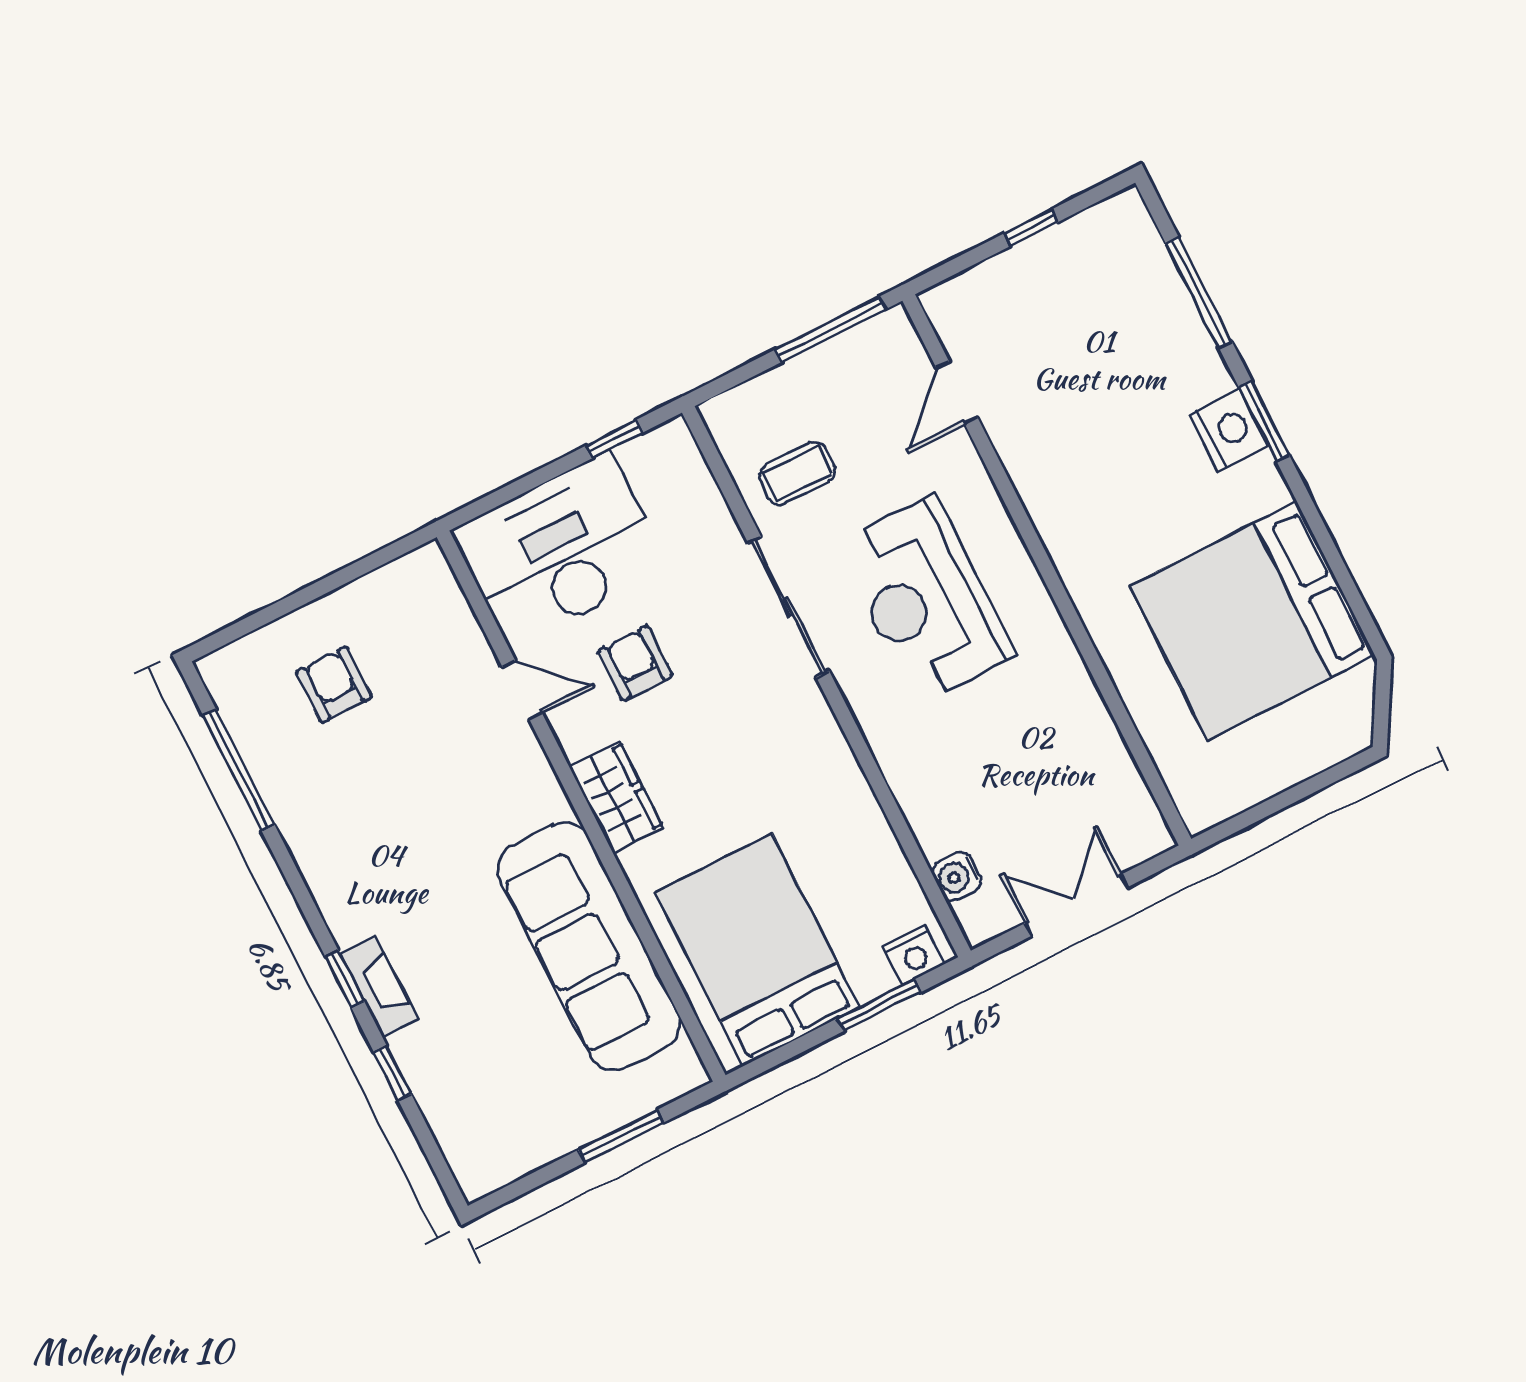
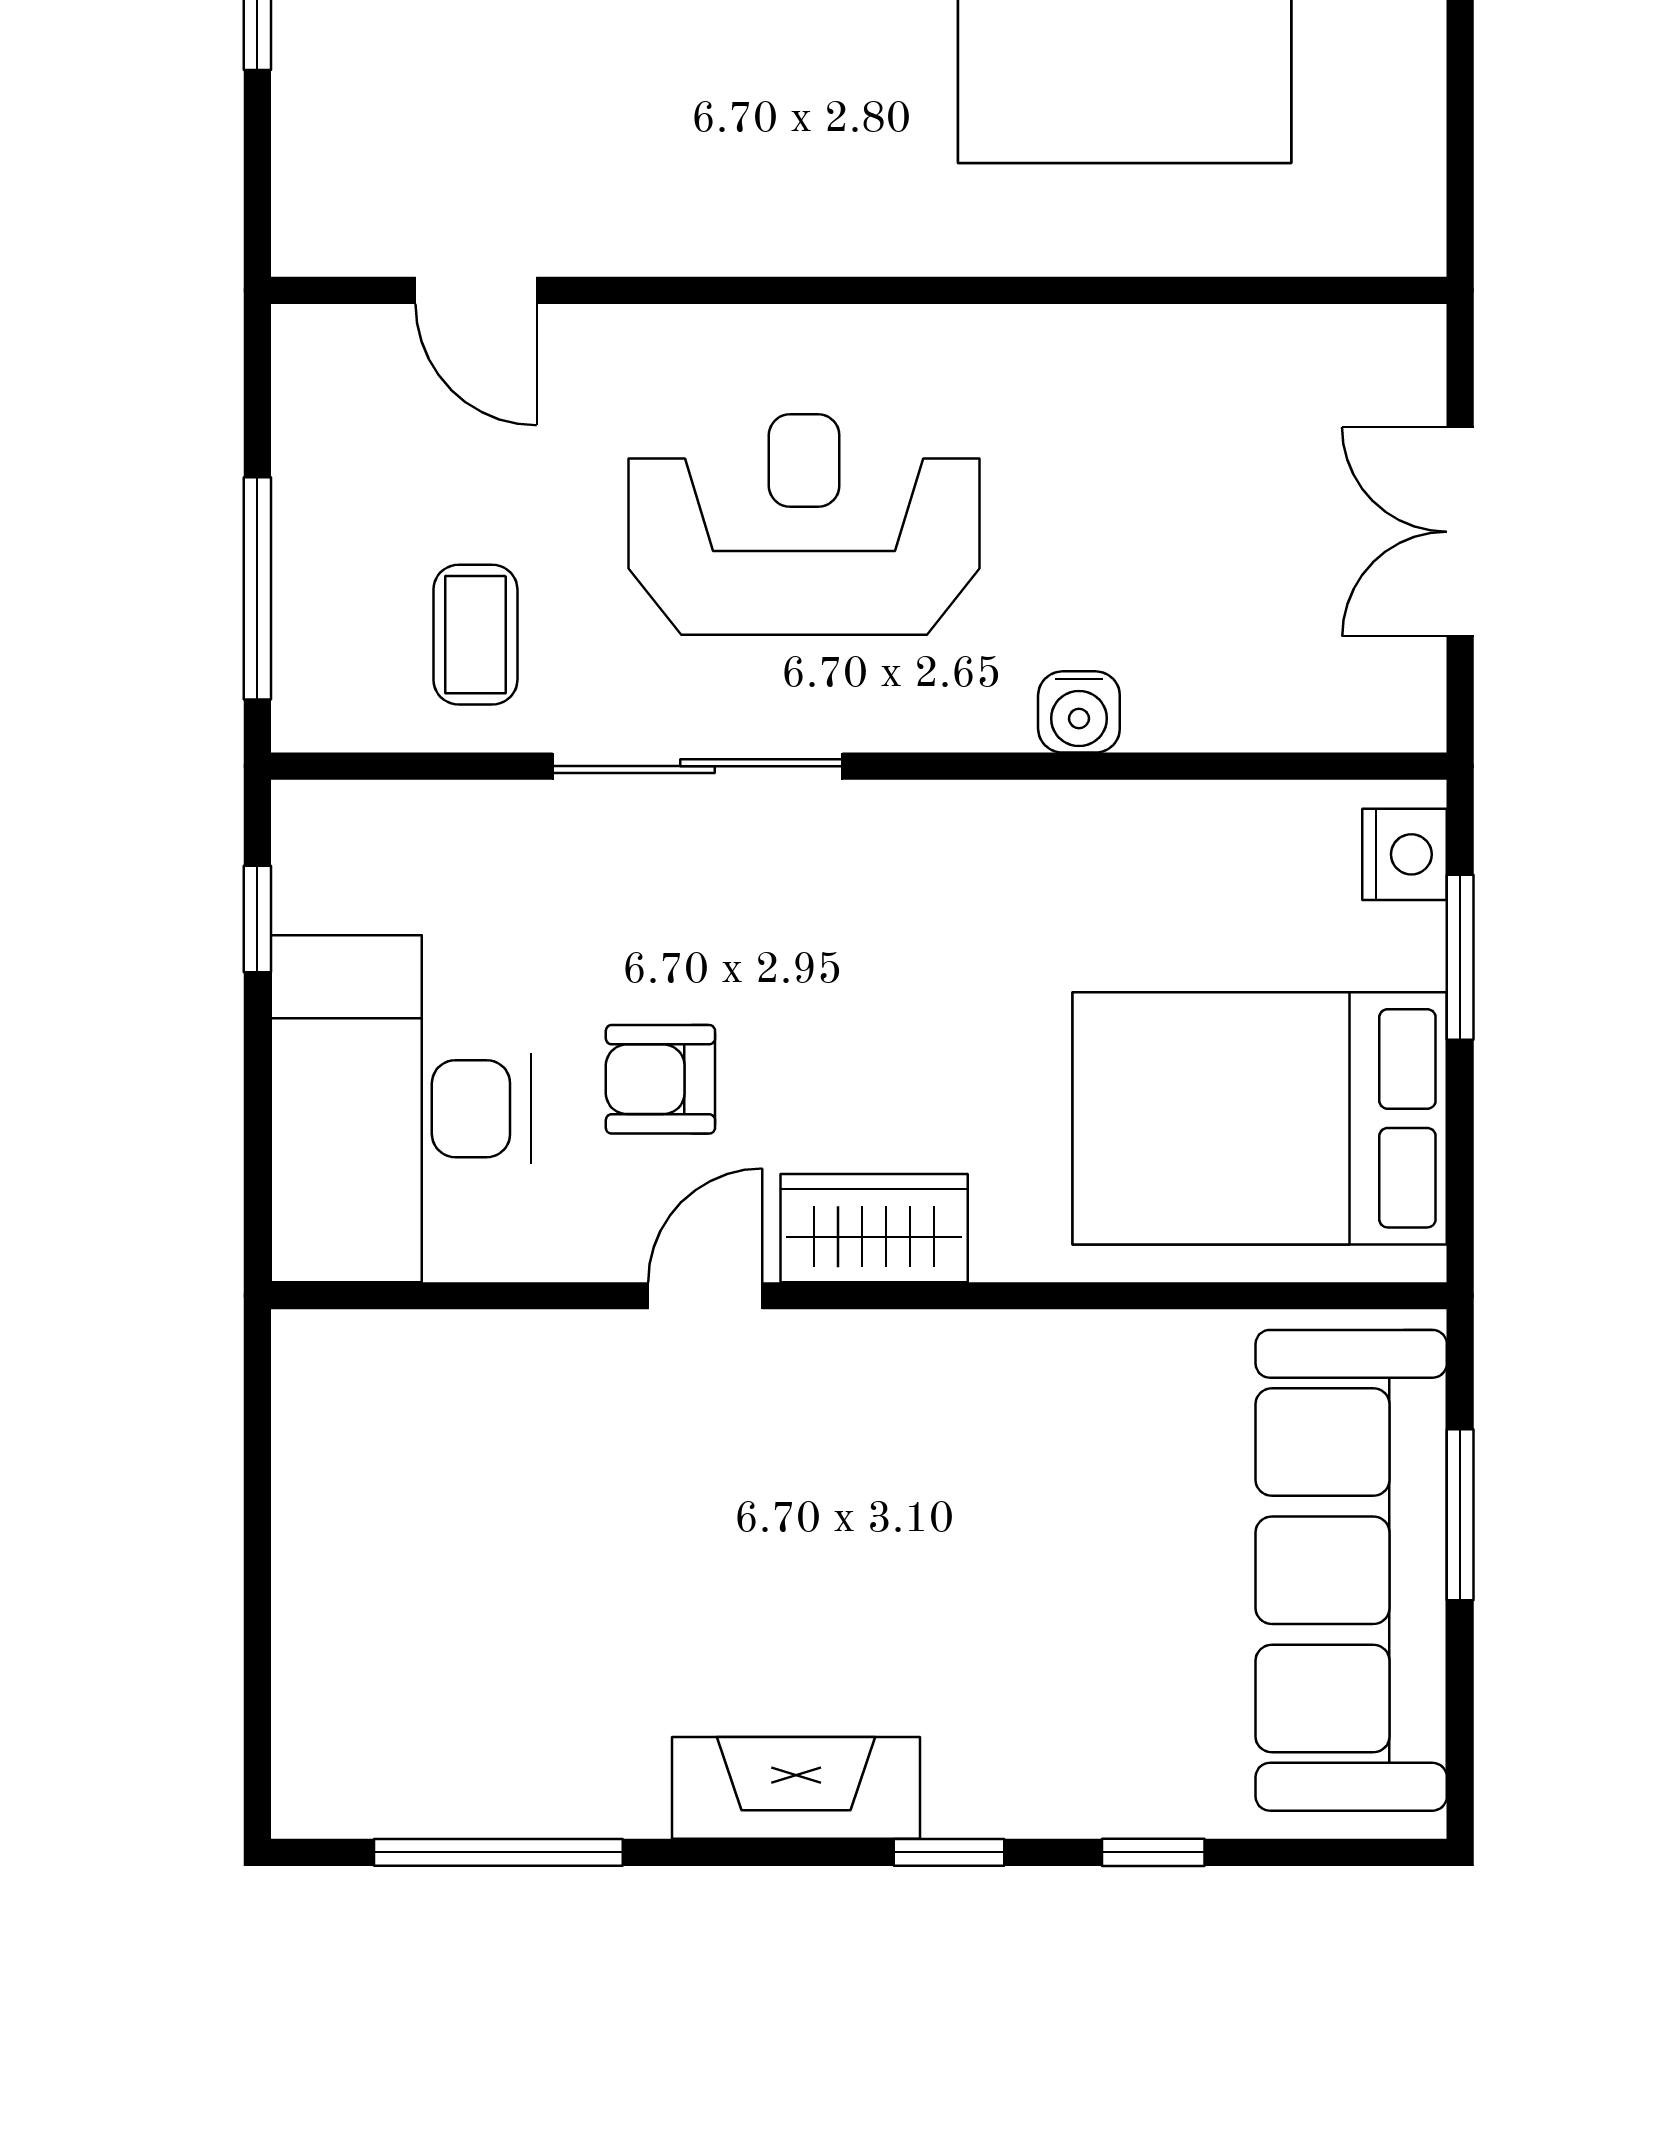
window: (831, 329) -> (257, 588), moved
reception desk: (926, 600) -> (804, 524), turned 180
armchair: (334, 685) -> (435, 1615), removed
door: (522, 690) -> (705, 1296), moved
water cooler: (957, 876) -> (1079, 712), moved
sofa: (589, 946) -> (1351, 1570), moved, turned 90
fireplace: (379, 987) -> (796, 1788), moved, width x1.37, depth x1.32

